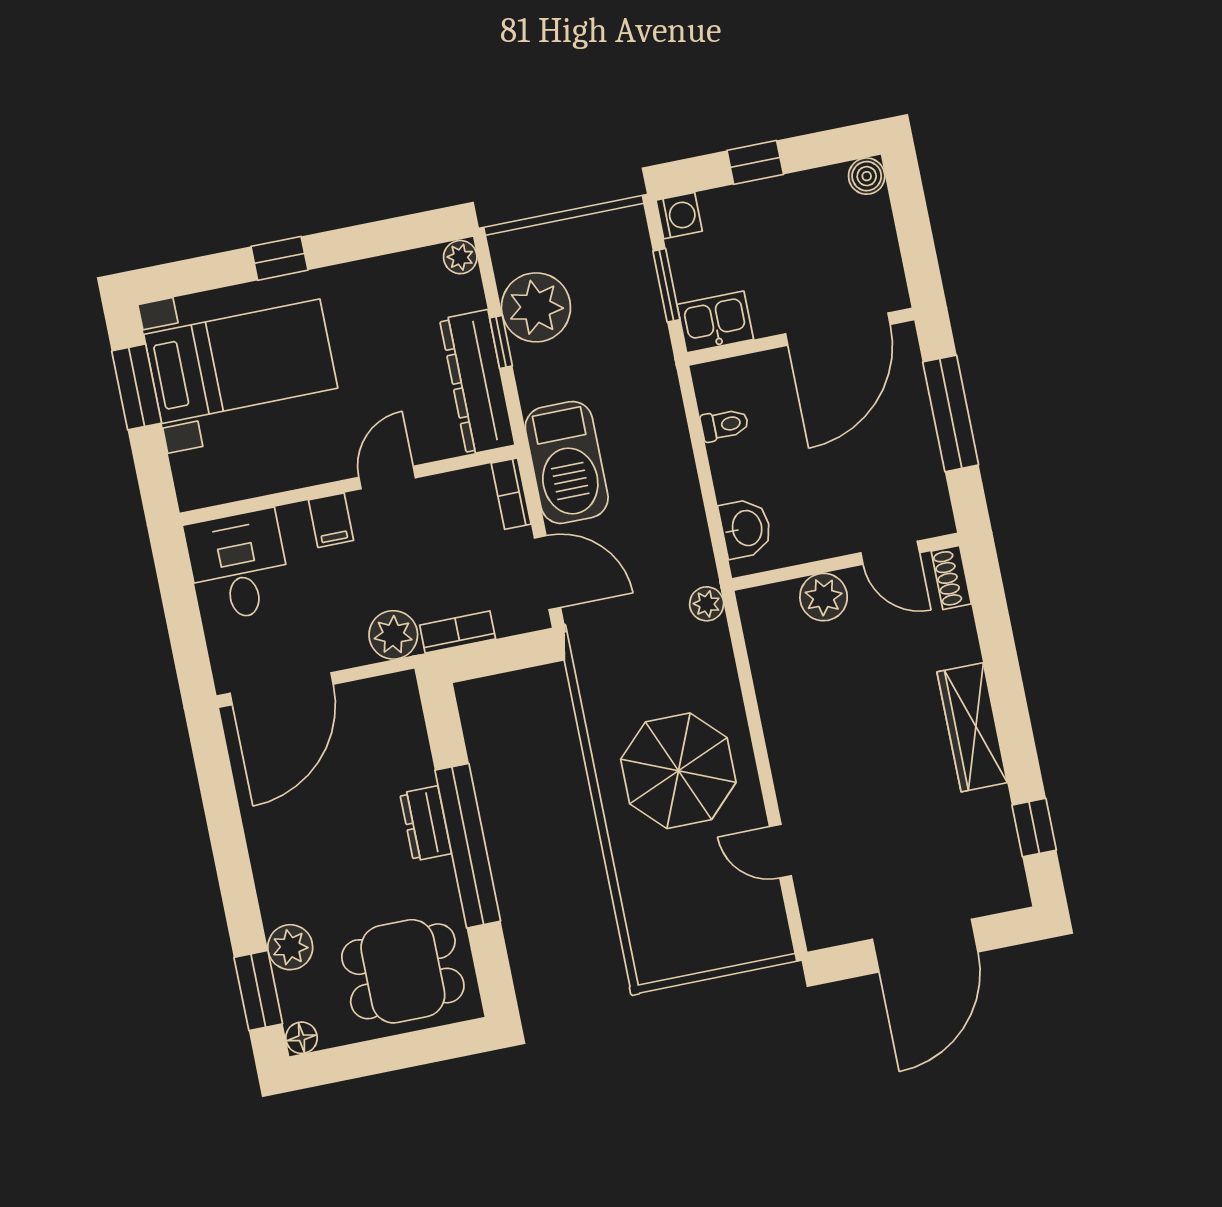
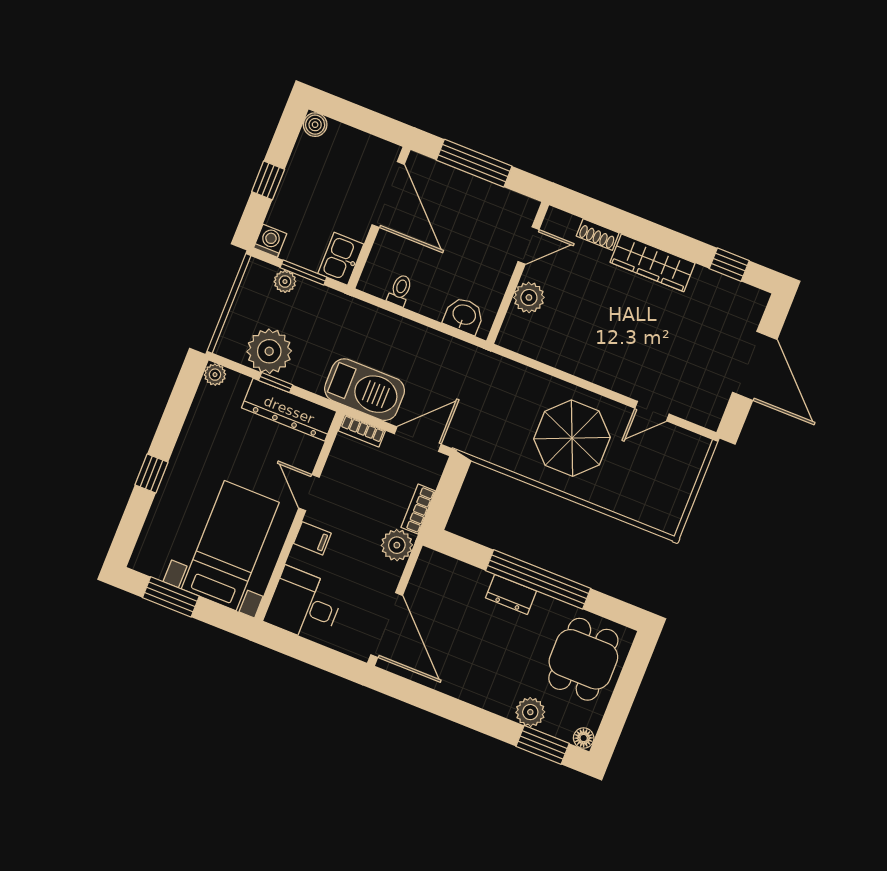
bed with nightstands: (241, 361) -> (230, 546), moved
shoe rack: (951, 578) -> (598, 235), moved
plant: (707, 604) -> (285, 281), moved

